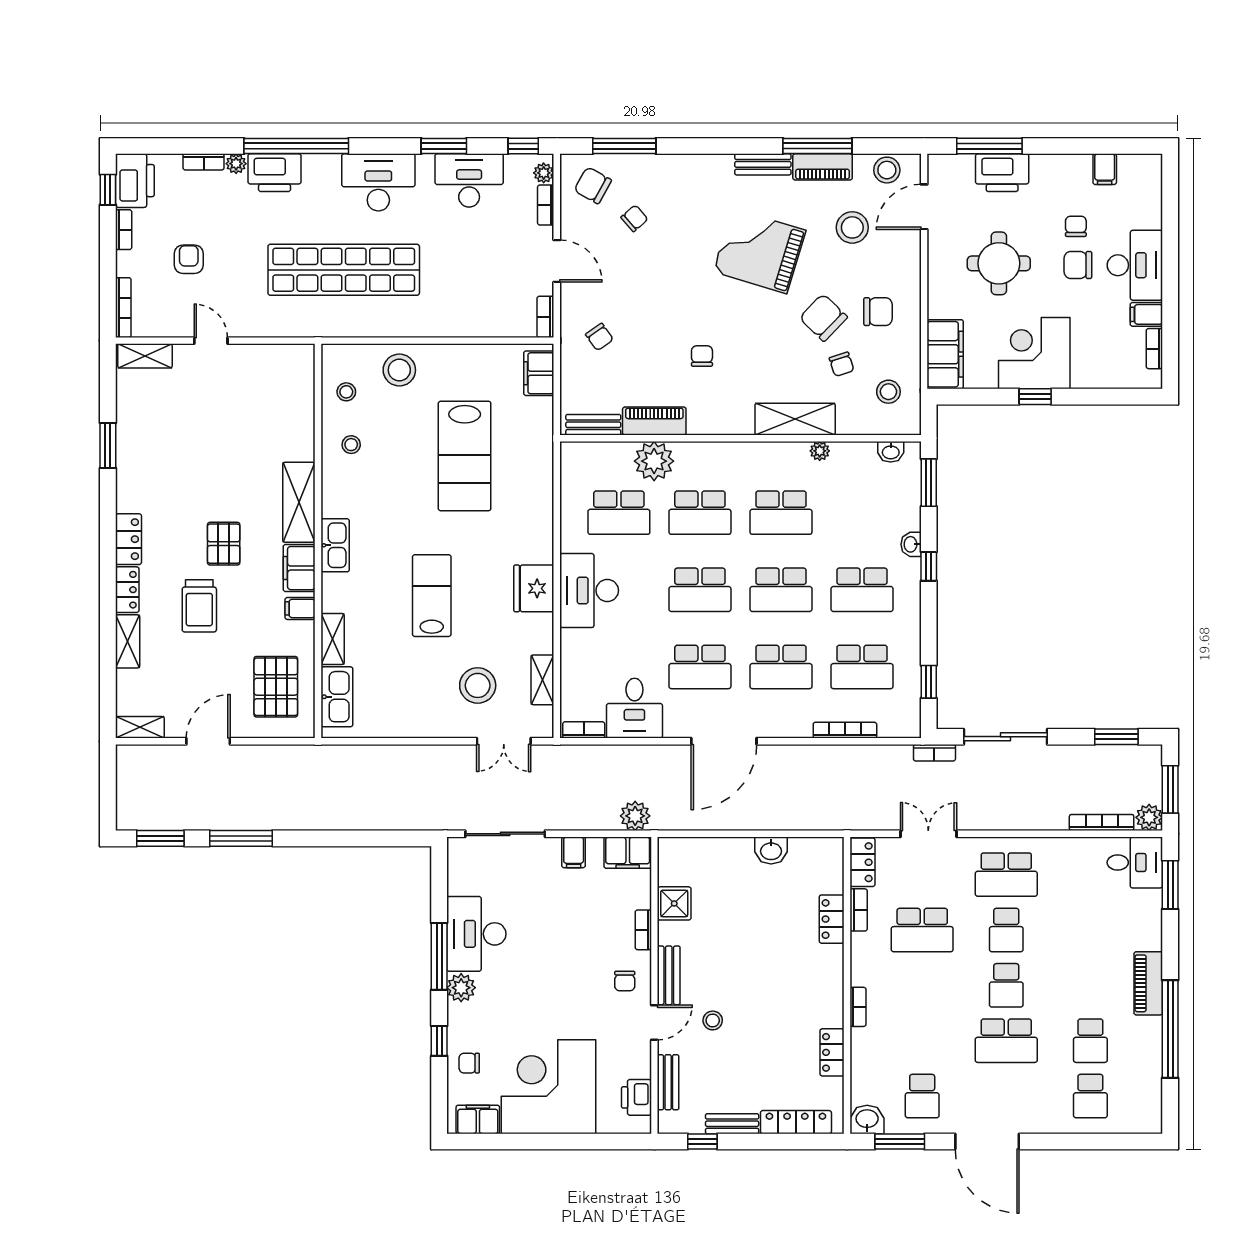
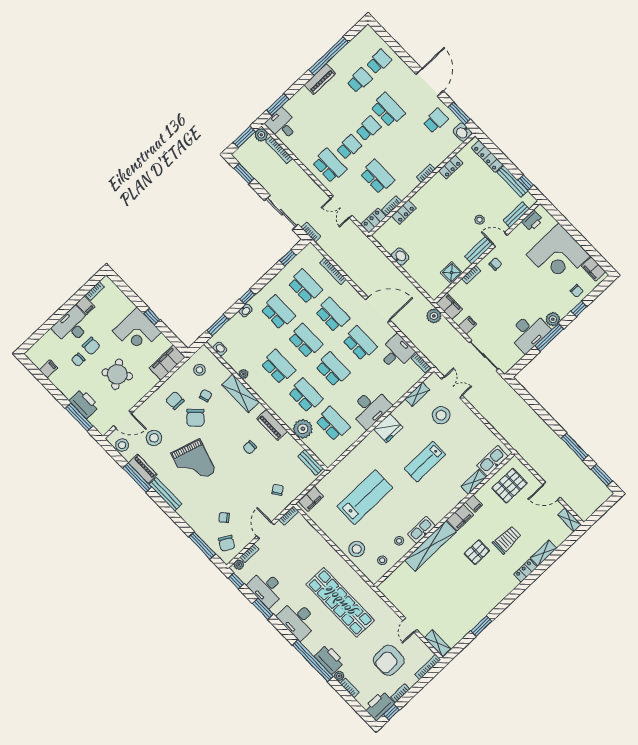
bench: (763, 164) -> (165, 494), width x1.36
armchair: (189, 259) -> (389, 660), width x1.88, depth x1.88
round table: (999, 263) -> (117, 374), turned -37
piano: (654, 421) -> (272, 425), moved
shelving: (299, 502) -> (430, 546), width x1.47
locker: (128, 539) -> (507, 587), removed
kitchen sink: (335, 545) -> (422, 530), moved
bench: (732, 1124) -> (513, 181), width x1.36

